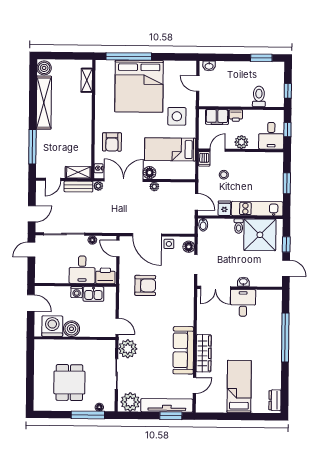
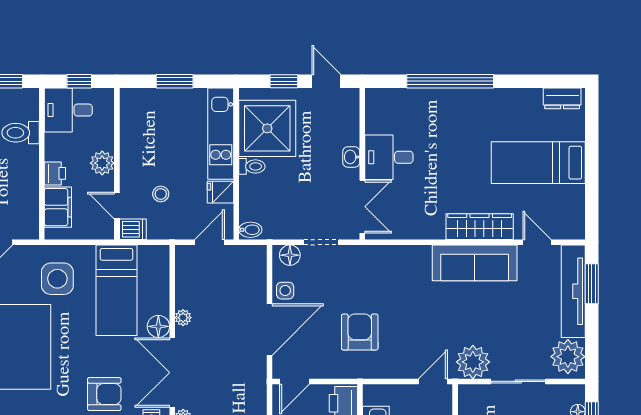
desk: (271, 136) -> (68, 110), moved, turned 180
door: (286, 268) -> (326, 81), hinge flipped

